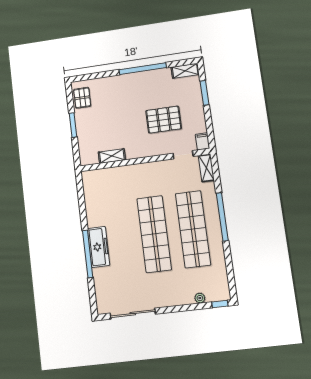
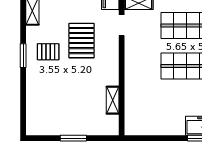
window: (143, 69) -> (23, 56), width x0.47
pallet: (82, 98) -> (48, 52), moved

